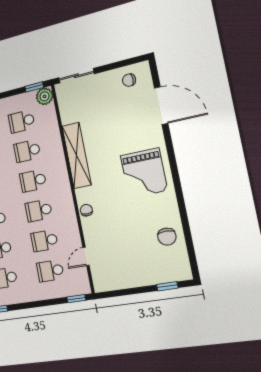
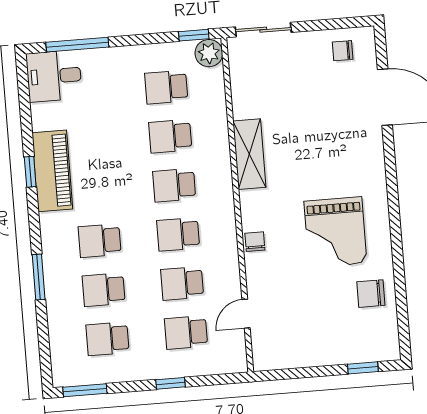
shelving: (77, 155) -> (249, 154), width x0.68
grand piano: (144, 173) -> (335, 232), moved
chair: (167, 237) -> (371, 294), turned 90
window: (76, 299) -> (170, 383), moved

